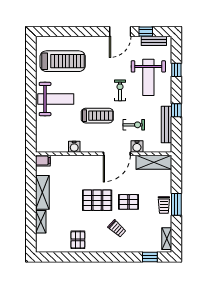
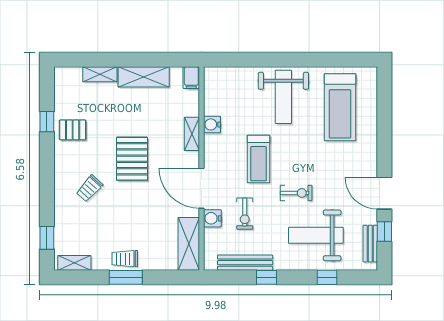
shelving: (80, 160) -> (192, 134), added
pallet: (128, 202) -> (129, 206), removed
window: (72, 257) -> (47, 122), added

